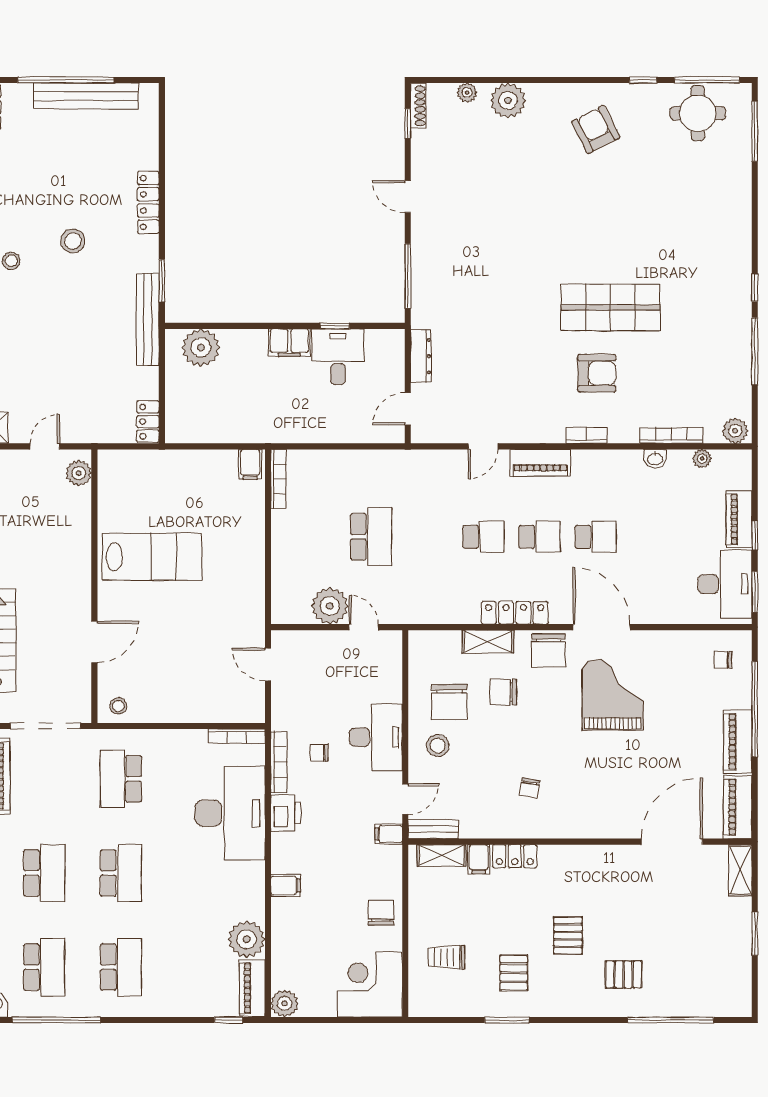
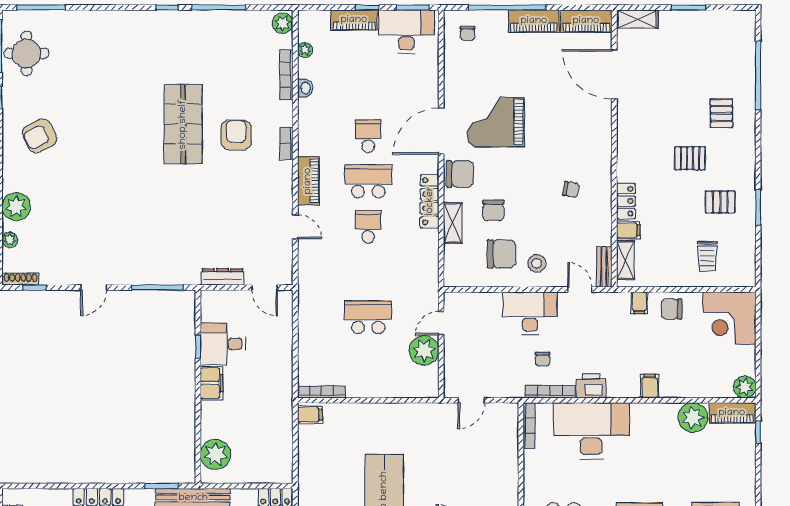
school desk: (539, 537) -> (368, 181), width x1.85
filing cabinet: (389, 834) -> (639, 303), moved

